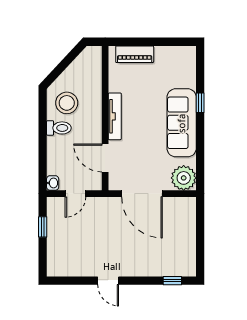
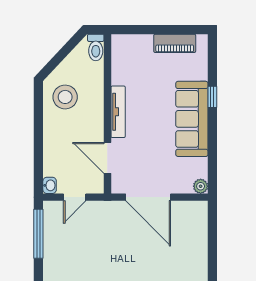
piano: (135, 54) -> (175, 43), moved
toilet: (59, 128) -> (96, 47), moved, turned 90
plant: (184, 178) -> (201, 186), width x0.53, depth x0.53
window: (43, 227) -> (38, 234), width x2.17

